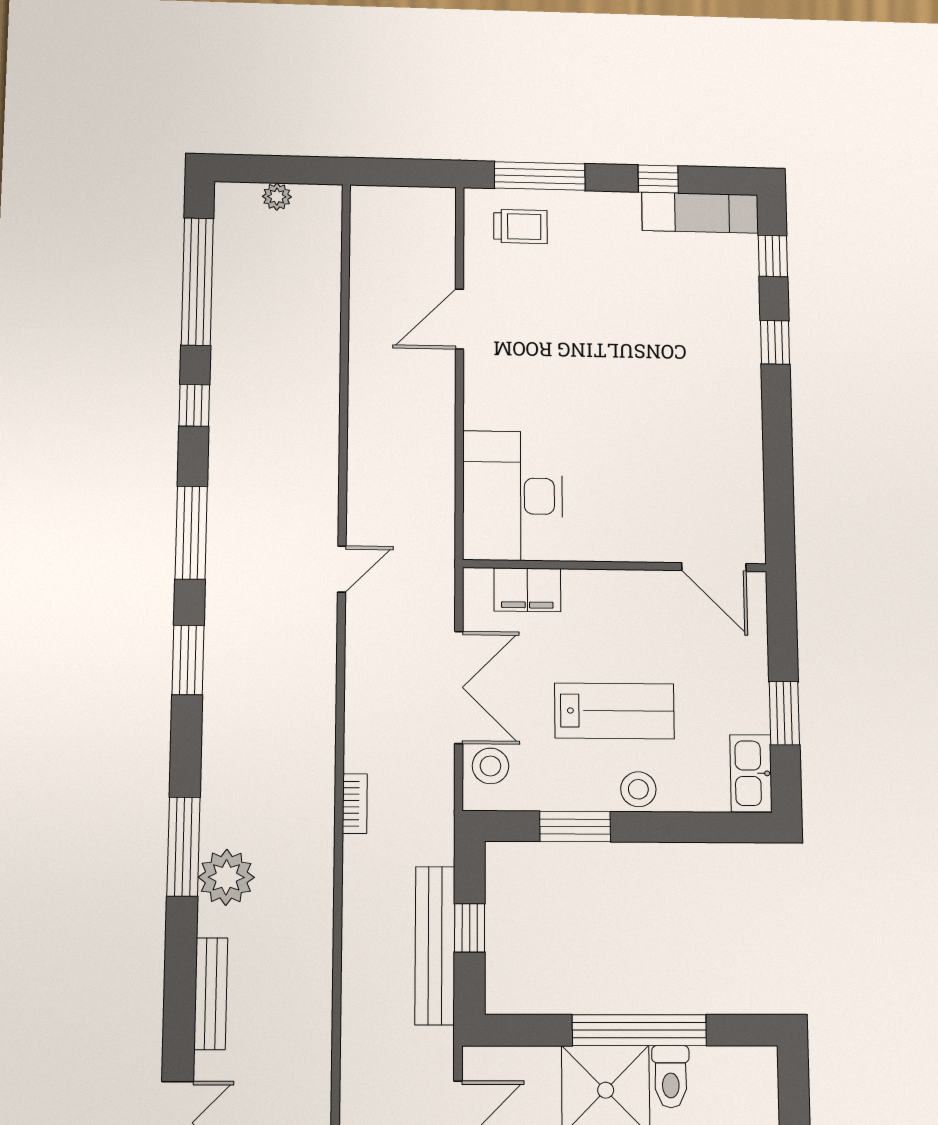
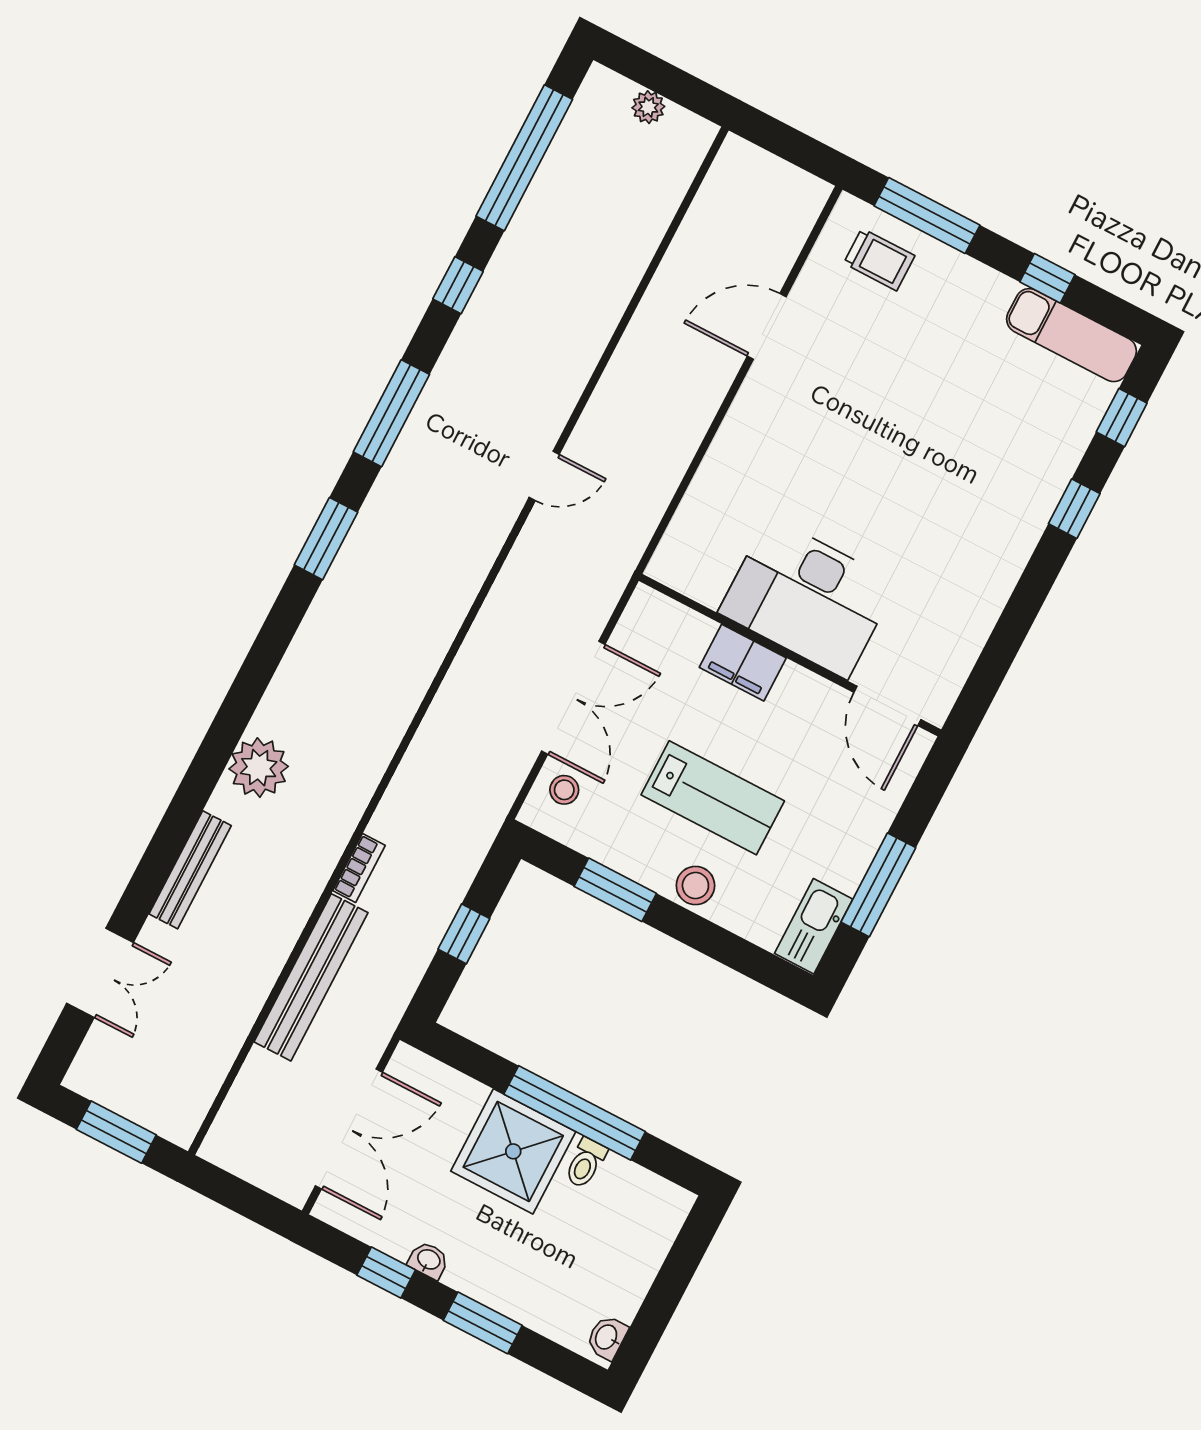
desk: (513, 496) -> (808, 598), moved, turned -90
door: (342, 569) -> (544, 476), moved
filing cabinet: (527, 590) -> (743, 663), moved
window: (784, 713) -> (878, 885), width x1.44
stool: (490, 766) -> (564, 790), width x0.73, depth x0.73
bookcase: (355, 804) -> (359, 868), moved
window: (183, 847) -> (233, 718), removed
bench: (435, 945) -> (311, 977), moved
toilet: (671, 1077) -> (585, 1163), width x0.73, depth x0.72

